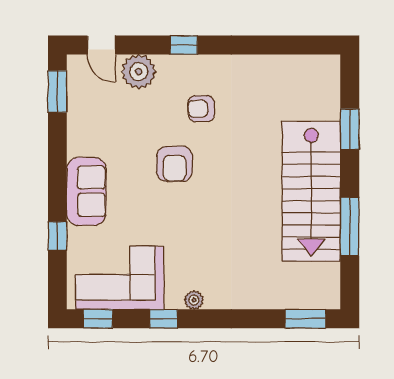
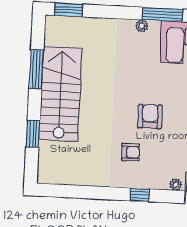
plant: (139, 72) -> (176, 184), width x0.53, depth x0.53
window: (164, 319) -> (162, 15), width x2.17

